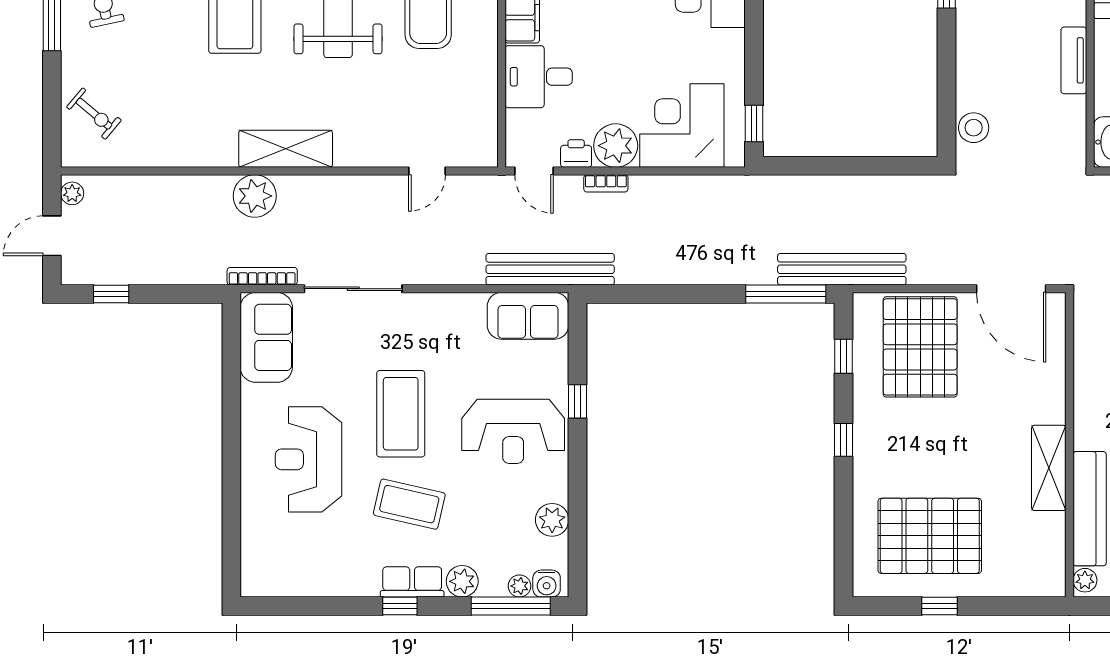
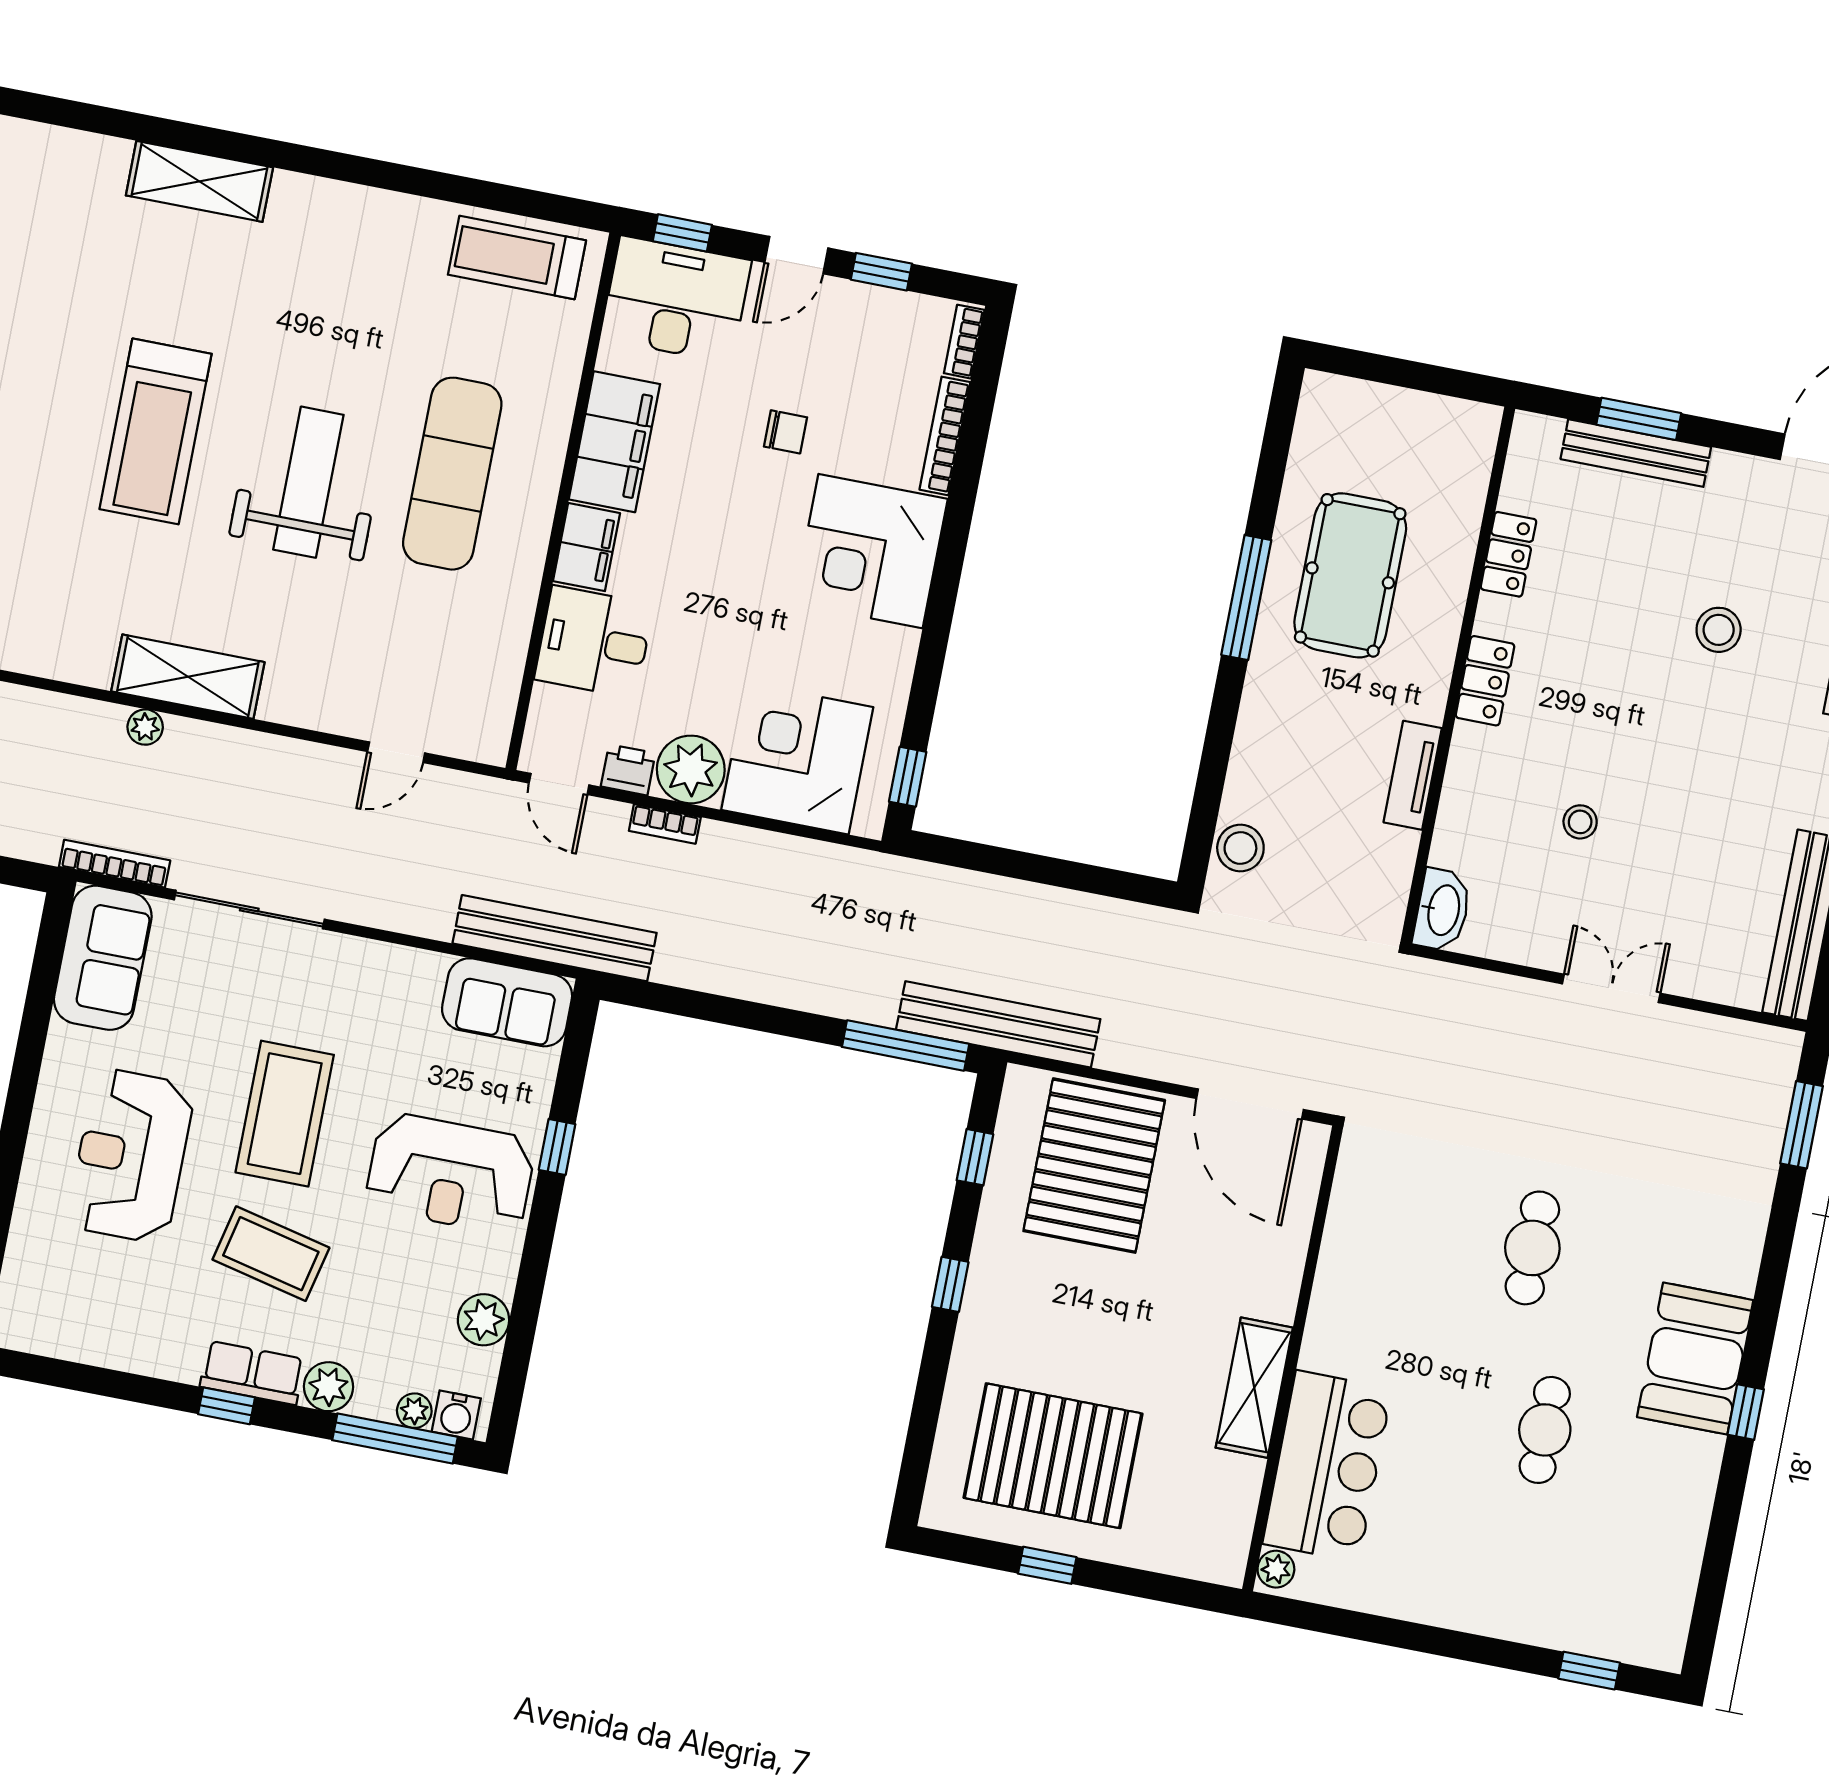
plant: (255, 196) -> (145, 727), width x0.53, depth x0.53

